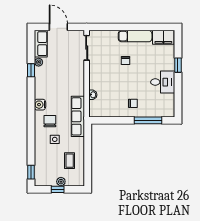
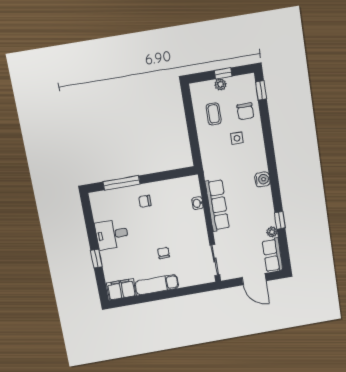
row of seats: (78, 116) -> (217, 205), moved
chair: (50, 121) -> (245, 111), moved

